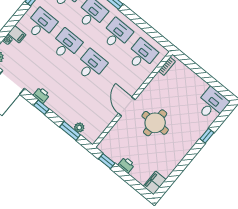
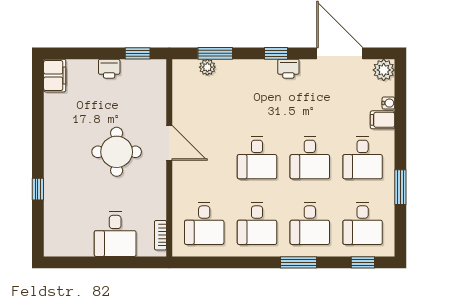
desk: (212, 104) -> (115, 234), moved

